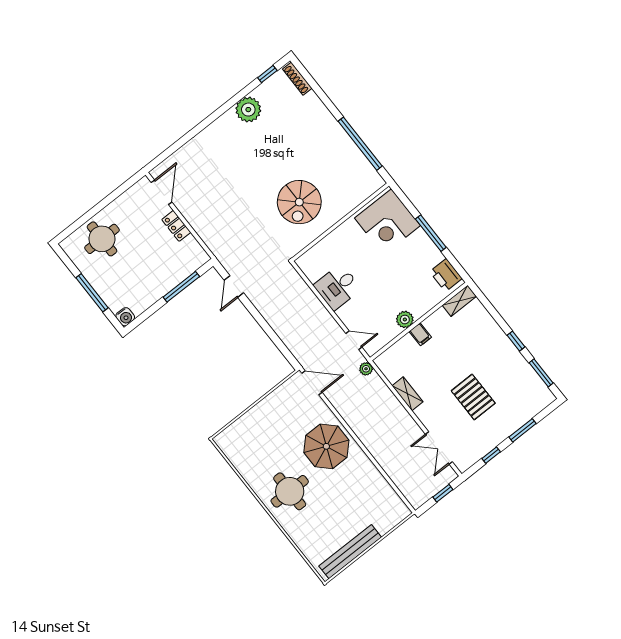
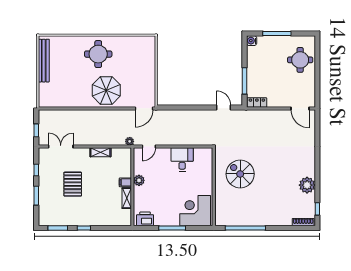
locker: (176, 226) -> (257, 103), moved
shelving: (459, 301) -> (127, 198), moved
pallet: (473, 397) -> (73, 184), turned 90

